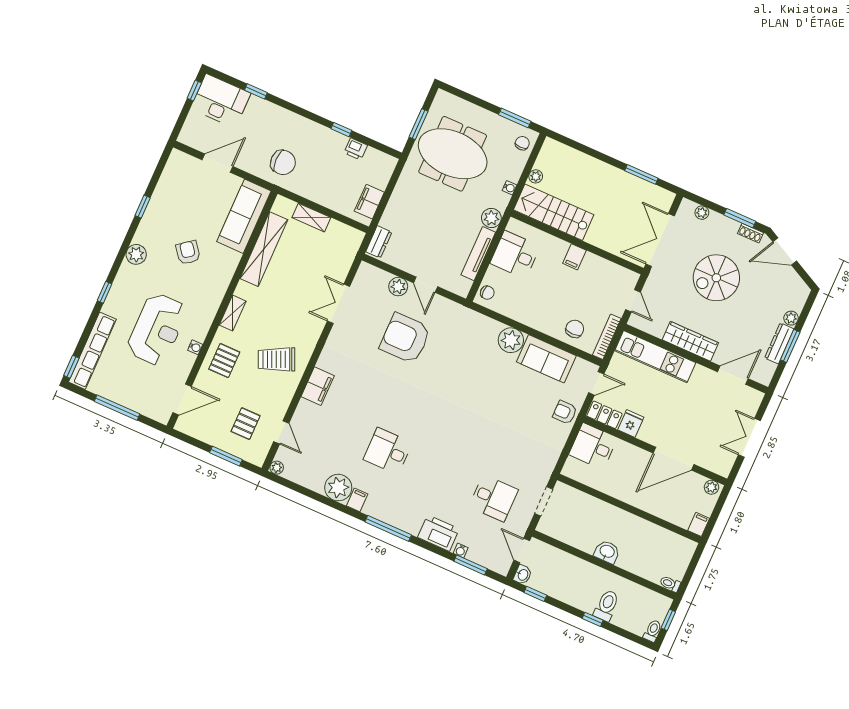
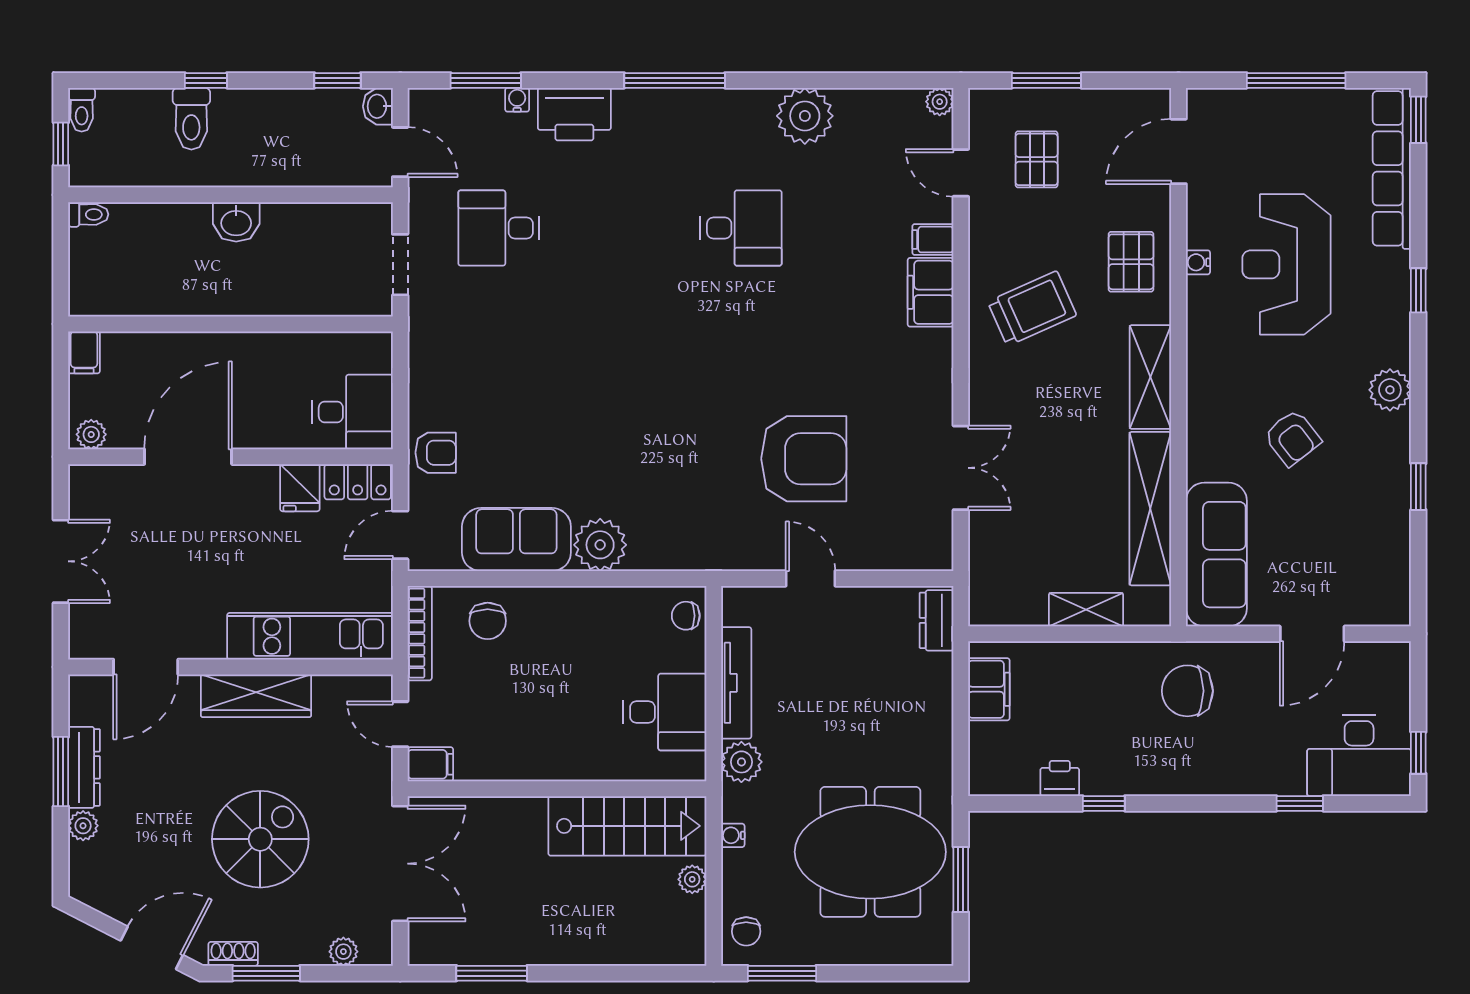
filing cabinet: (574, 257) -> (430, 764), moved, turned 90
plant: (398, 287) -> (861, 552), removed
shelving: (233, 313) -> (1150, 377), width x1.50, depth x1.33
filing cabinet: (357, 500) -> (933, 240), moved, turned 90

